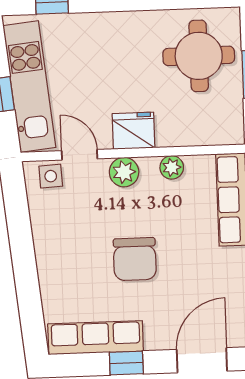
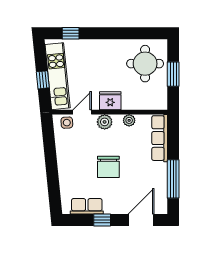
door: (80, 155) -> (82, 112), hinge flipped
row of seats: (96, 338) -> (87, 206), width x0.68

